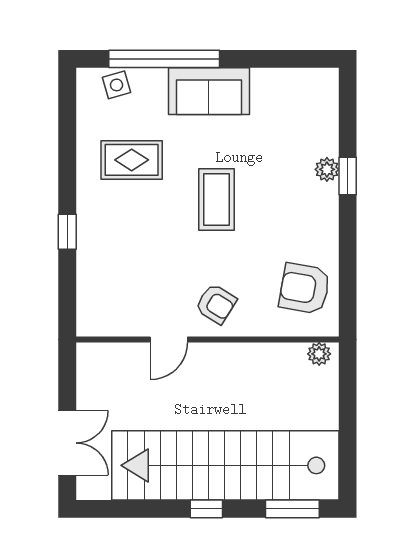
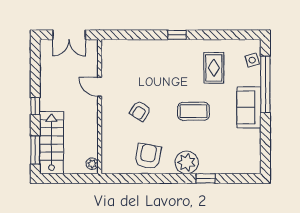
plant: (327, 169) -> (187, 162), moved, width x1.87, depth x1.87
door: (169, 339) -> (100, 87), moved
wall: (207, 339) -> (100, 107), moved
plant: (319, 354) -> (92, 164), moved
stairs: (225, 465) -> (52, 143), width x0.54, depth x0.66

